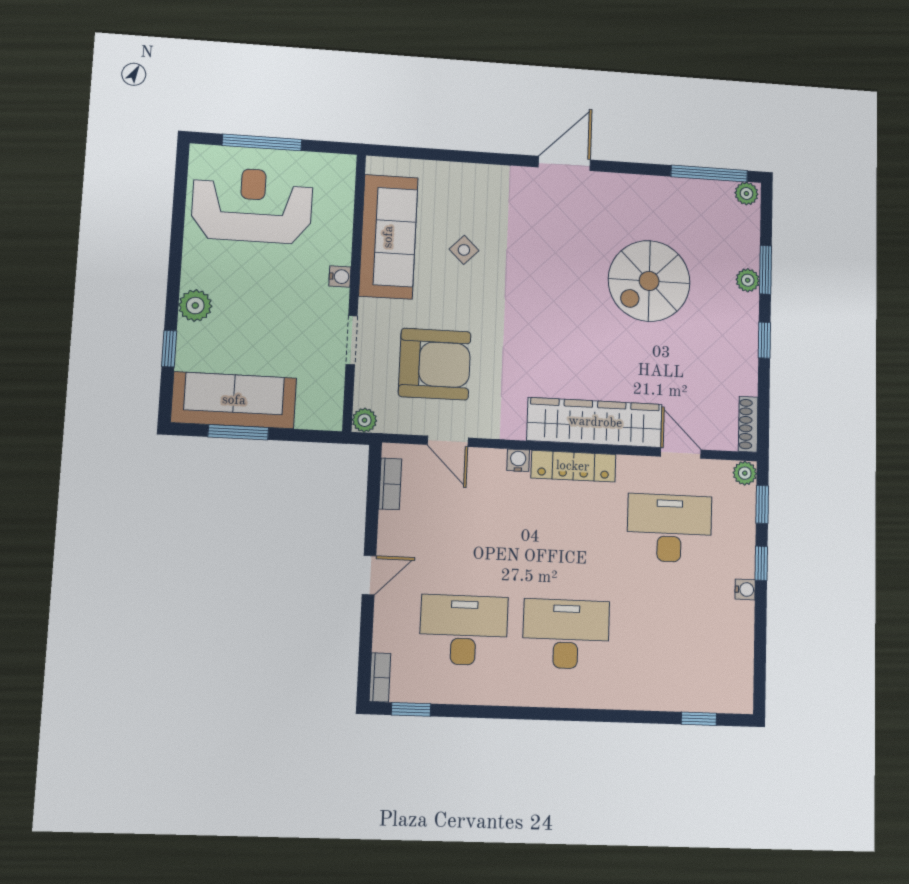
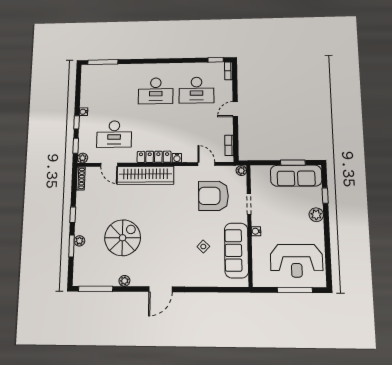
plant: (746, 193) -> (124, 281), moved
window: (699, 719) -> (103, 62), width x2.17

